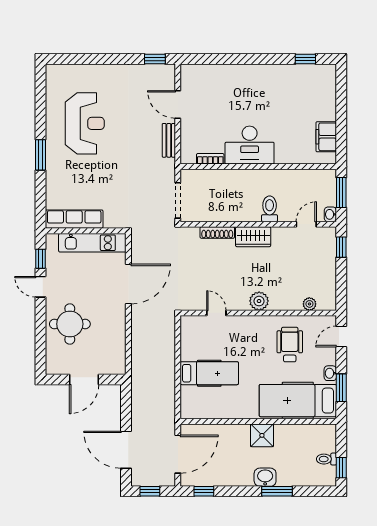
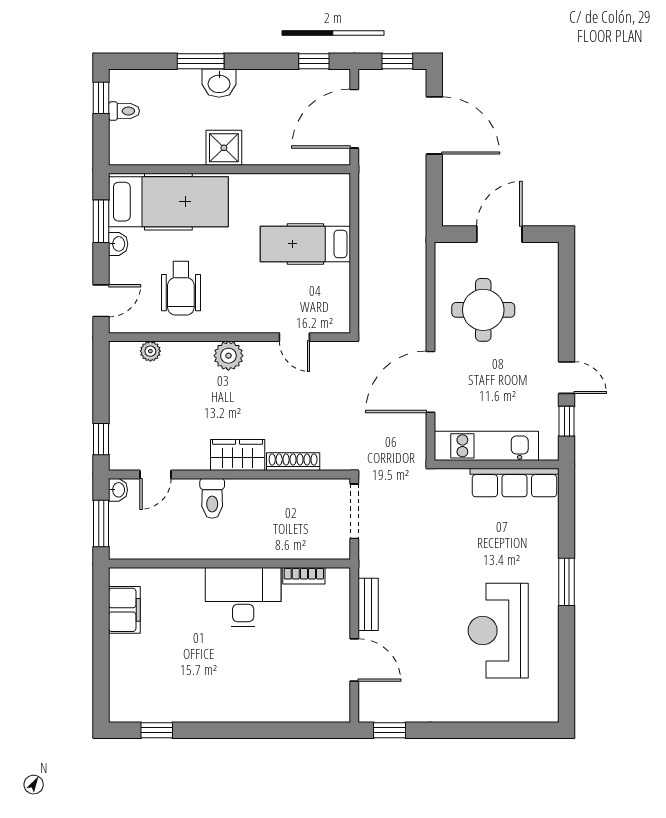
round table: (70, 324) -> (483, 310), moved

